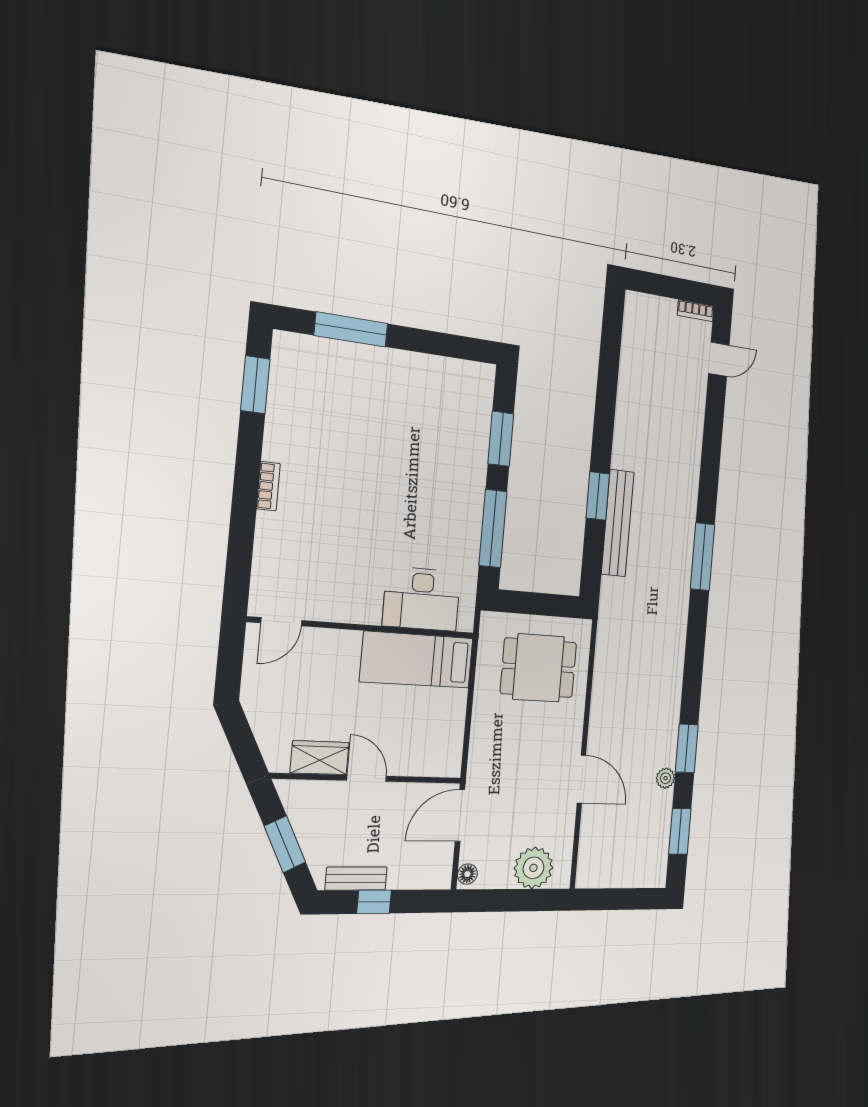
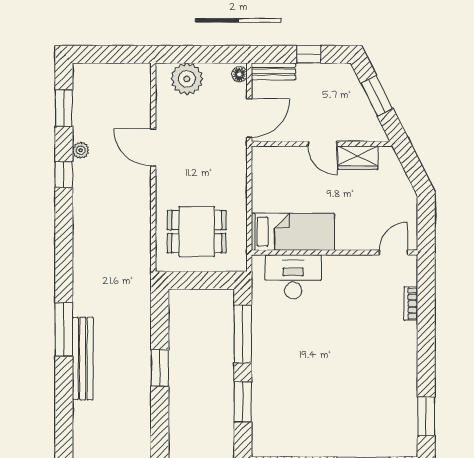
bookcase: (268, 486) -> (411, 304), moved
bench: (618, 523) -> (83, 359), moved
window: (687, 748) -> (64, 175), width x0.67
bench: (356, 879) -> (273, 71), moved

